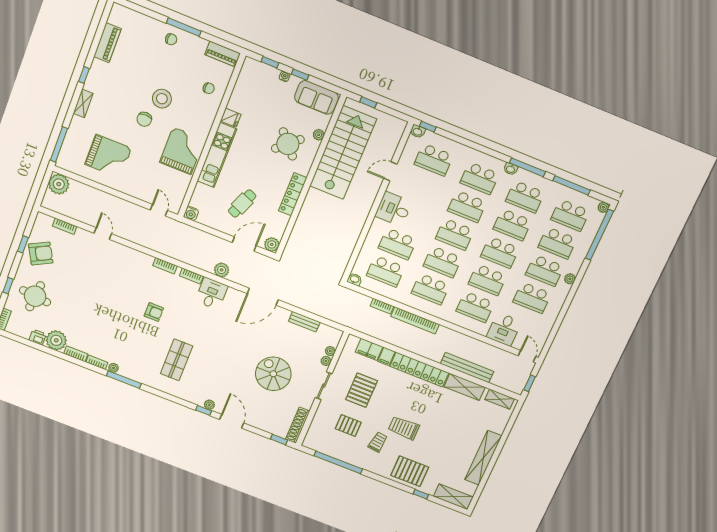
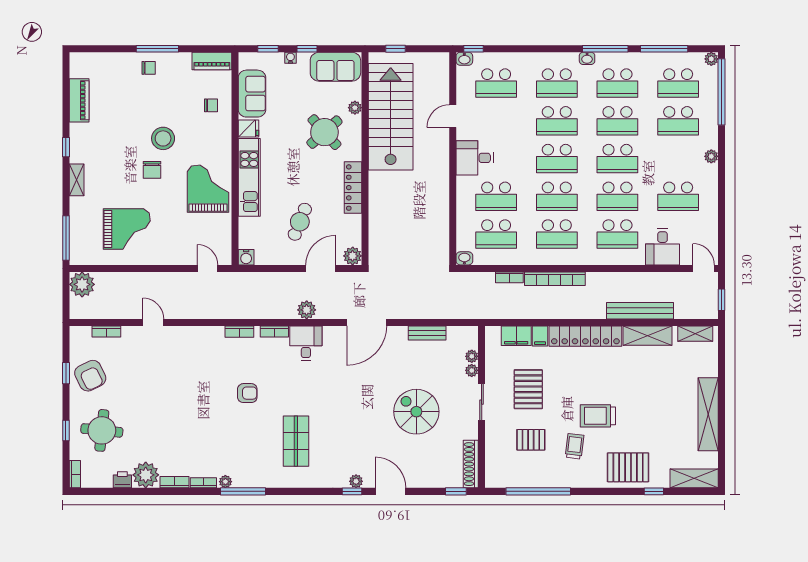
sofa: (244, 92) -> (252, 94), added
armchair: (41, 253) -> (90, 376), turned 92
school desk: (545, 270) -> (678, 159), removed

